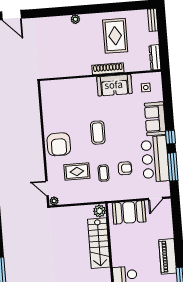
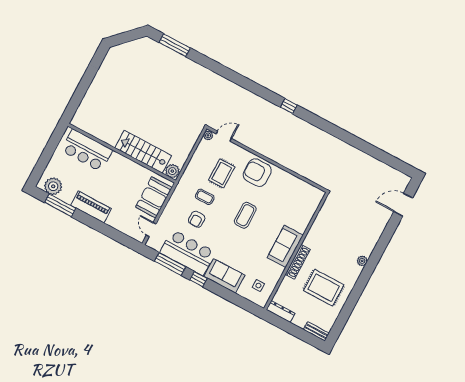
sofa: (114, 85) -> (285, 246), moved
coffee table: (98, 133) -> (245, 215), turned 90

